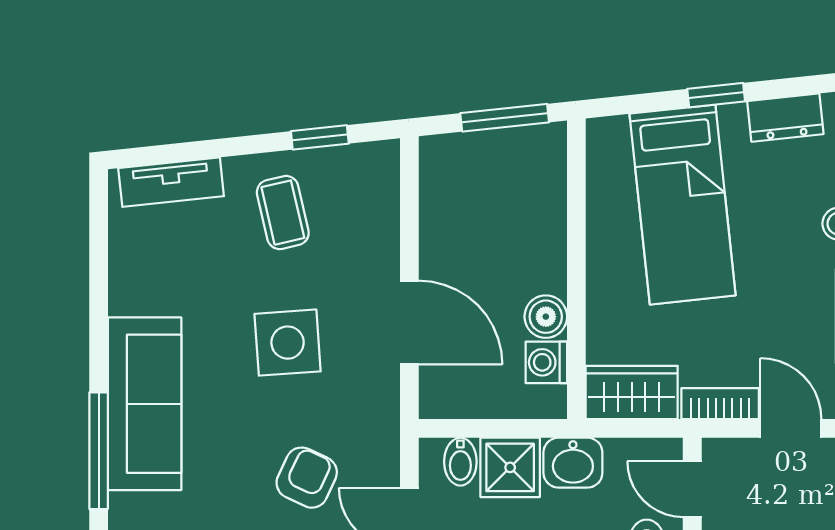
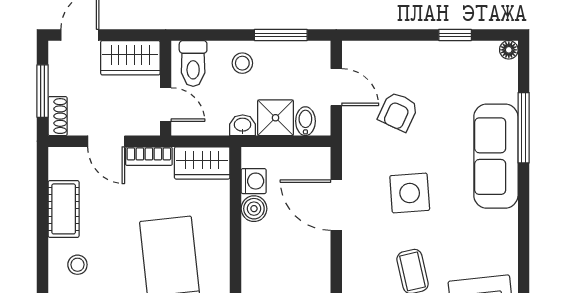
washbasin: (573, 463) -> (243, 125), width x0.72, depth x0.69

